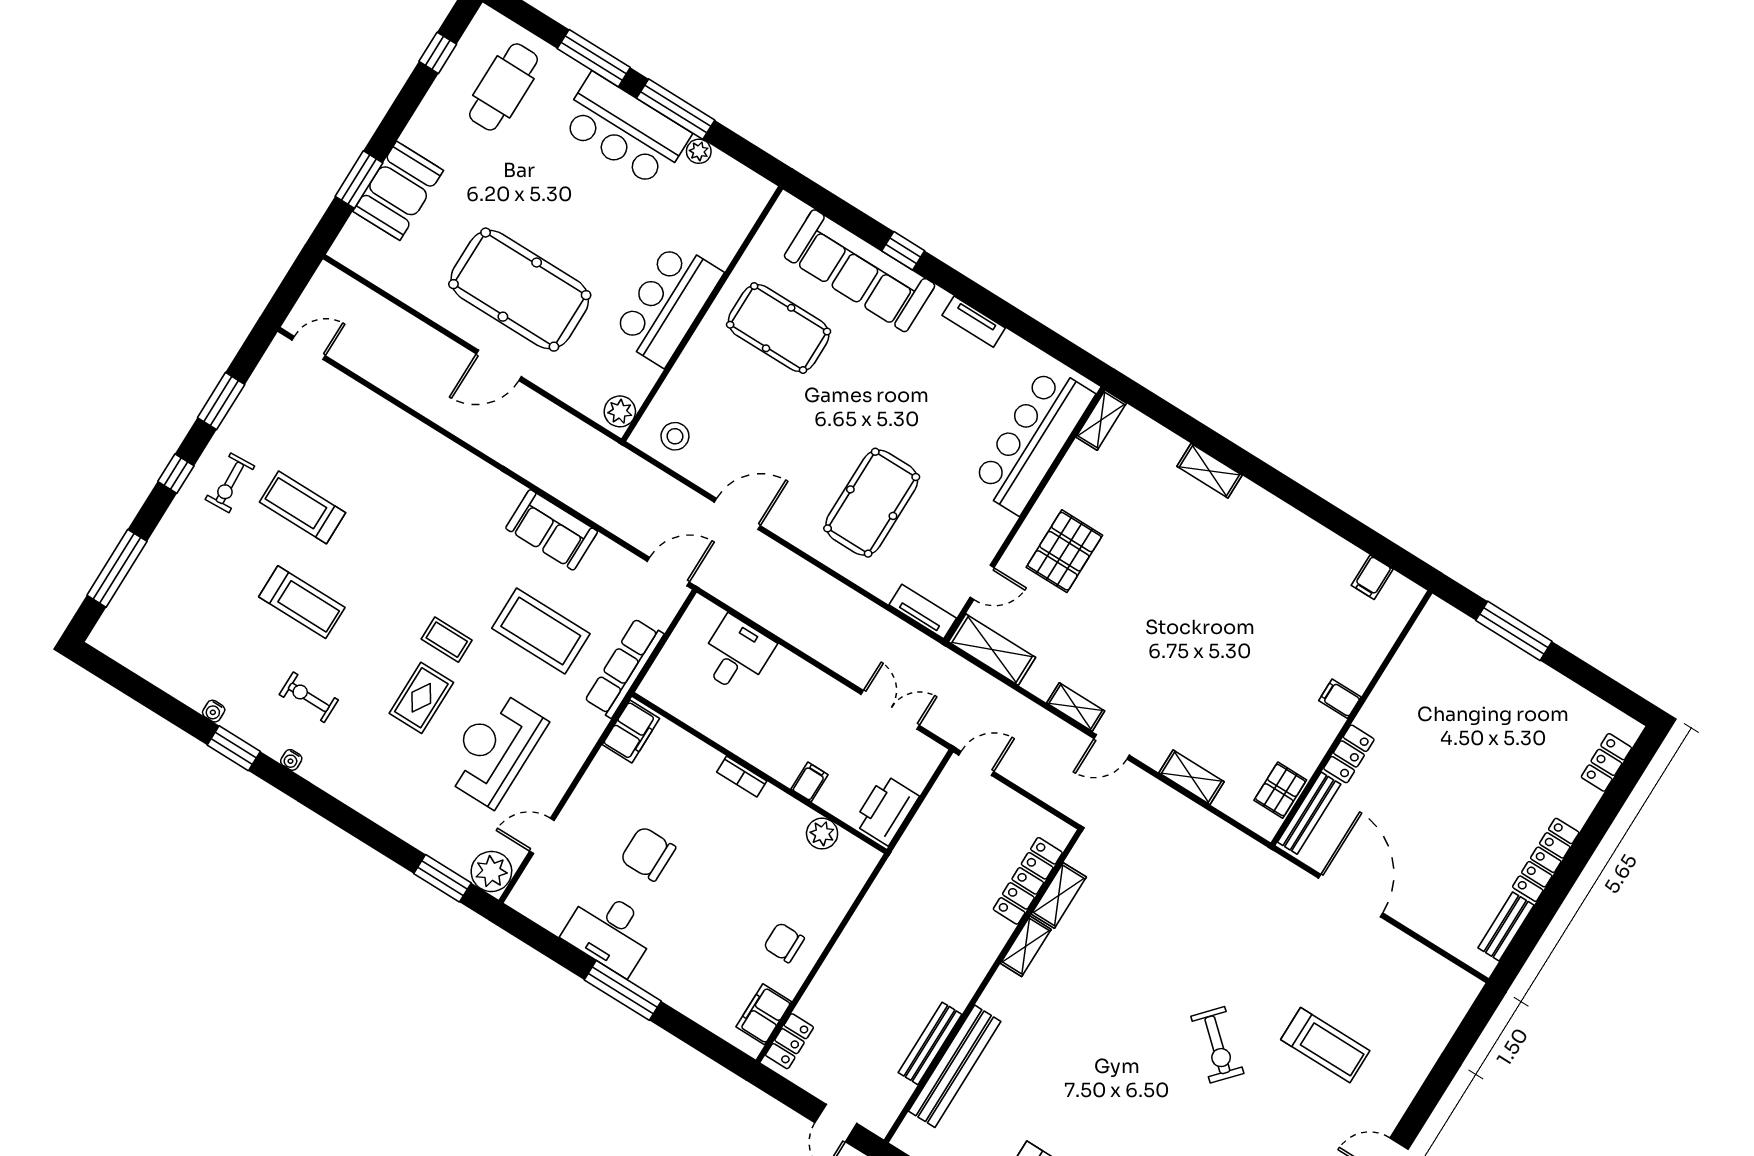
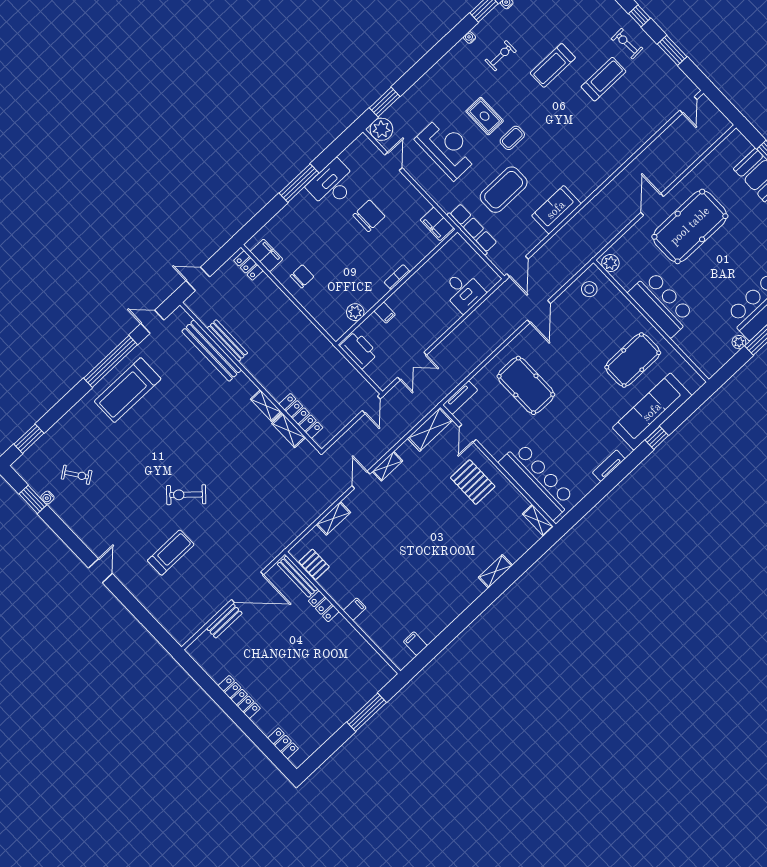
bench: (1506, 927) -> (224, 621), moved, turned 90
treadmill: (1325, 1045) -> (171, 553), turned 180

